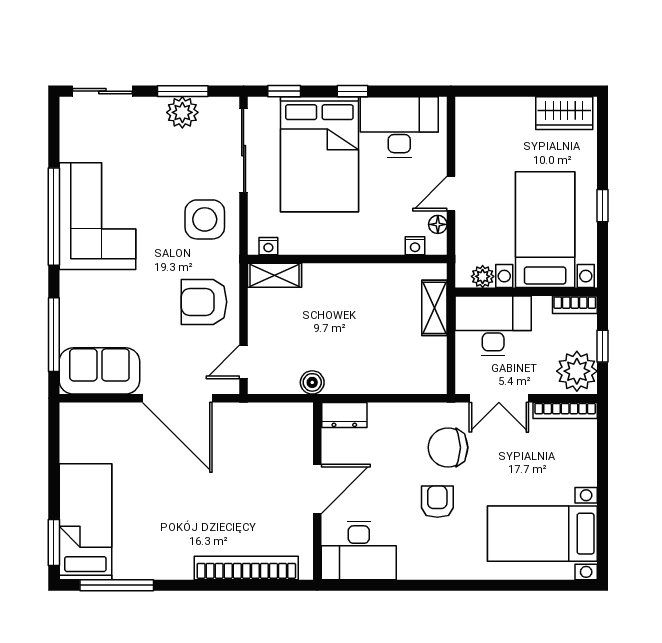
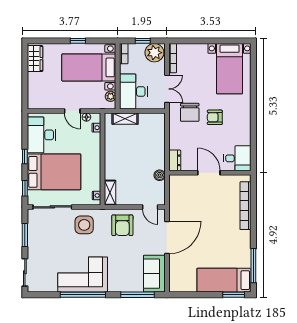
plant: (182, 112) -> (35, 235), removed
desk: (359, 550) -> (237, 158), width x0.73

